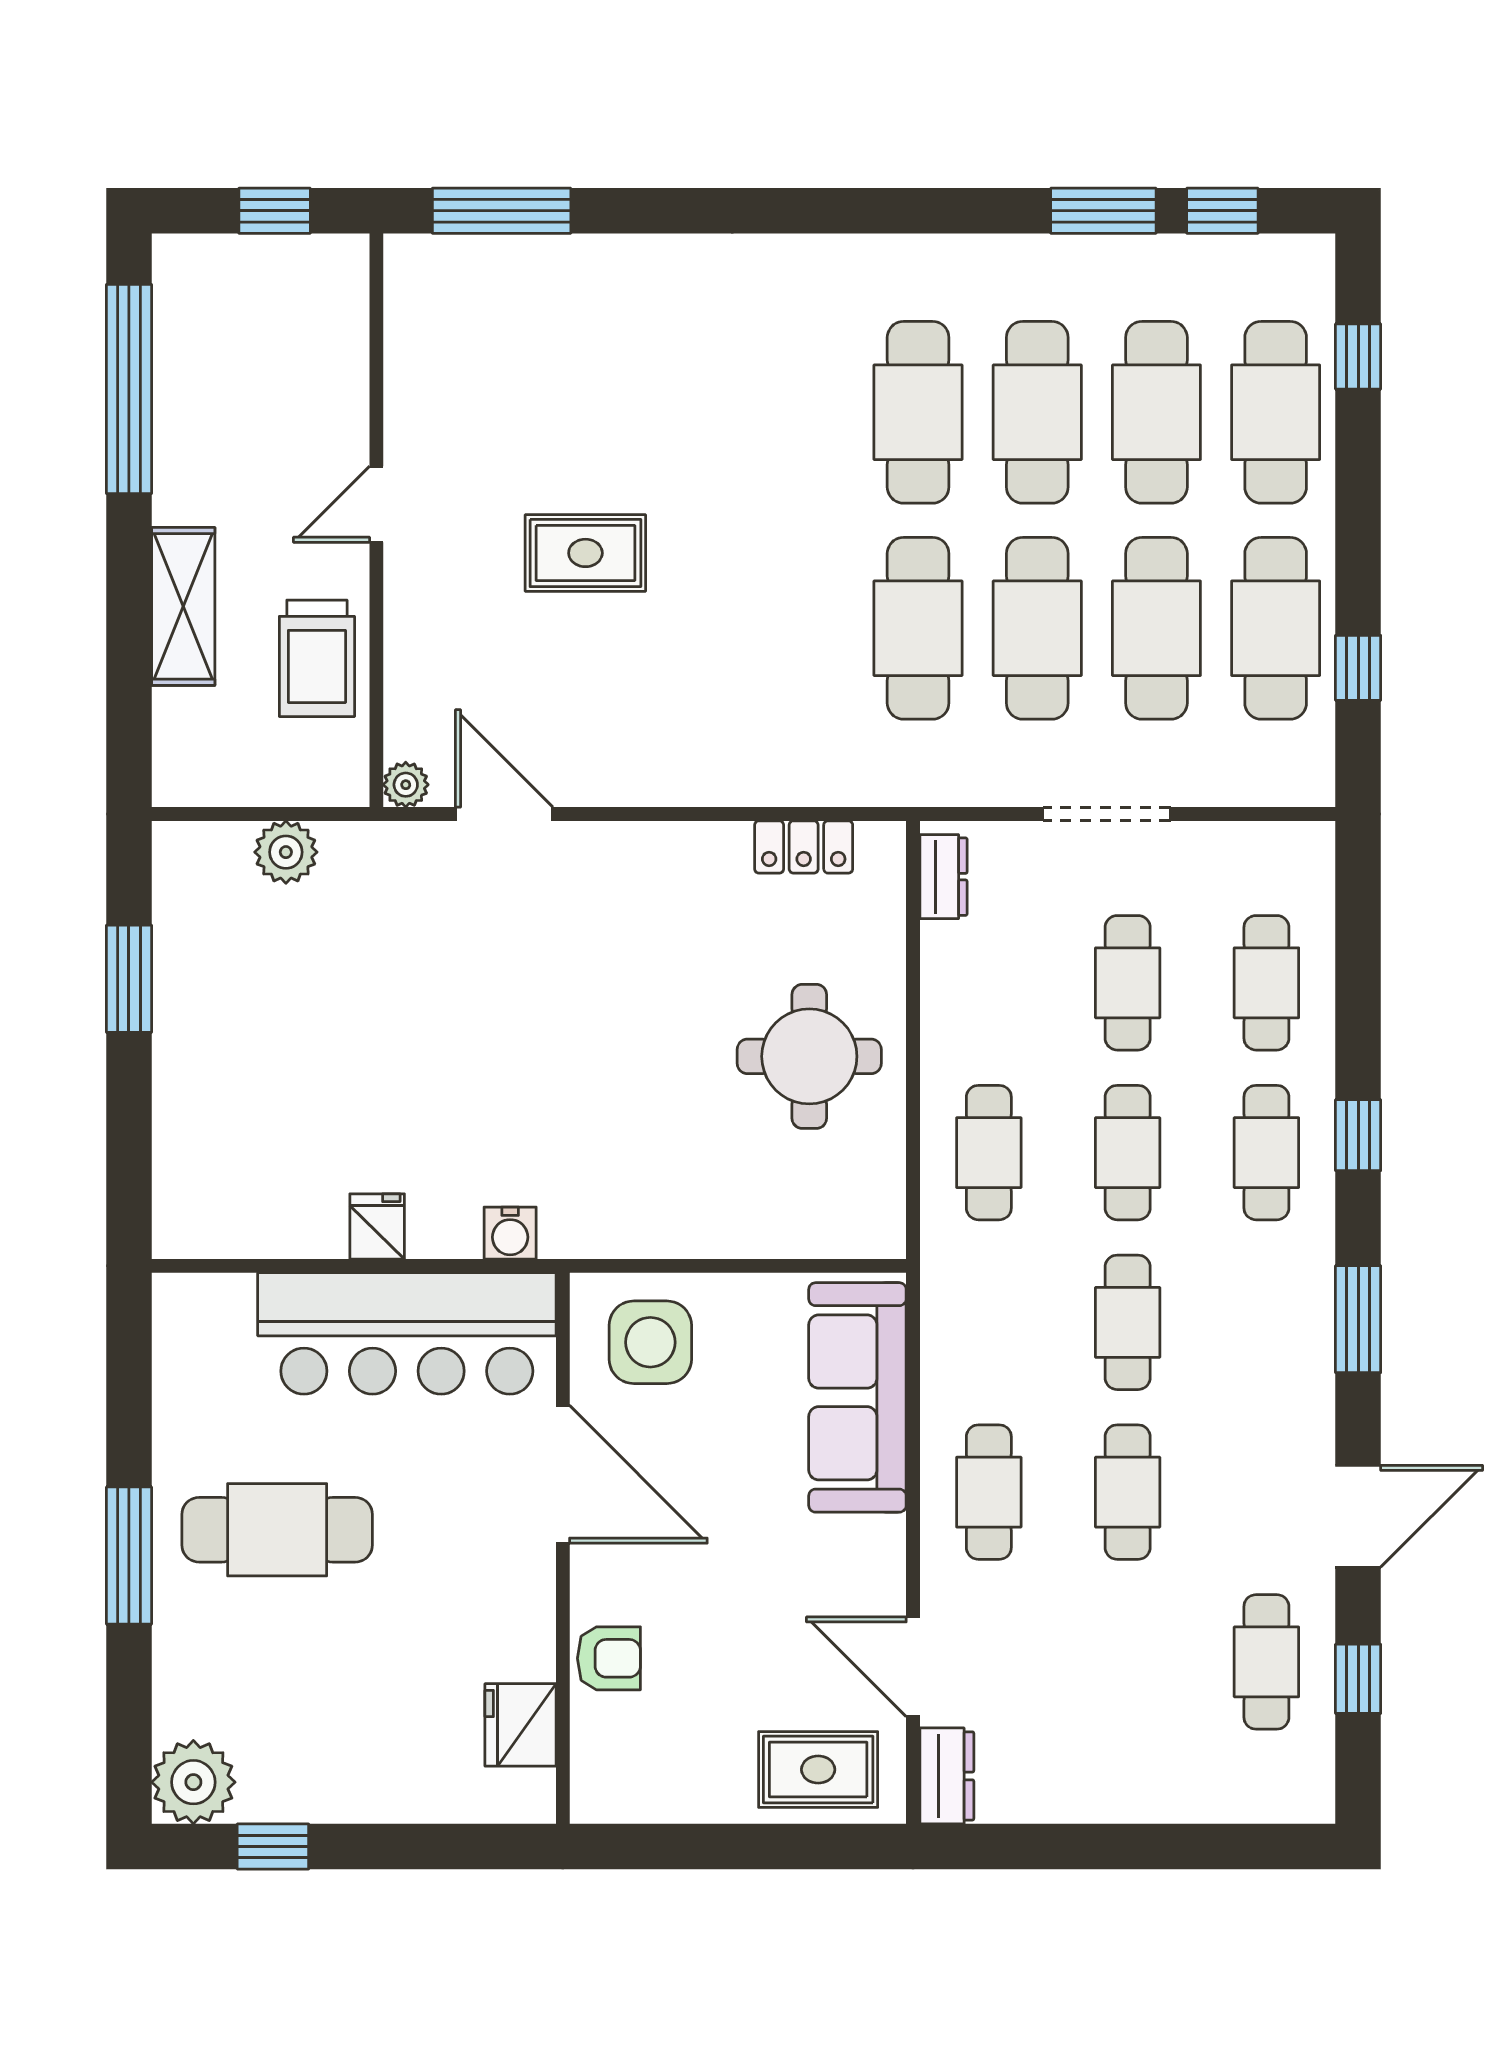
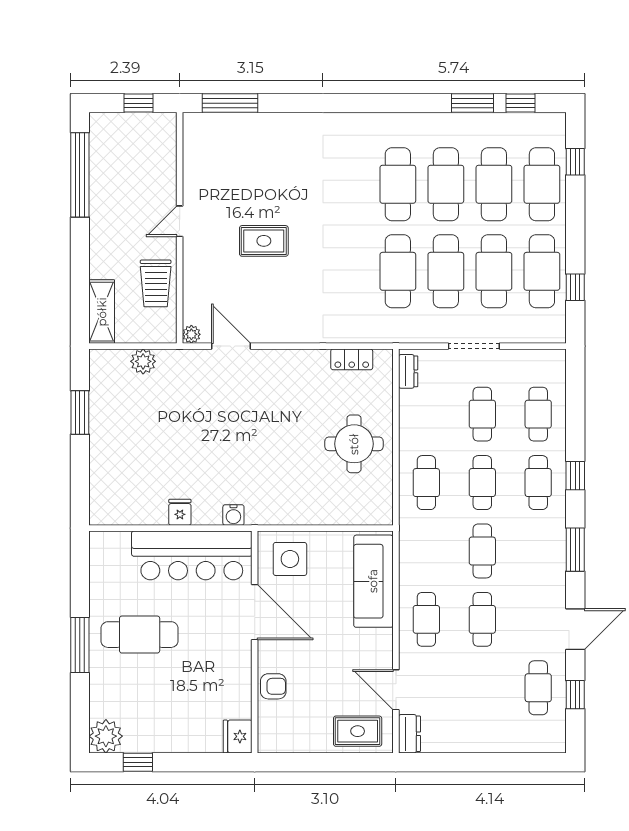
shelving: (183, 606) -> (102, 312), moved
fridge: (520, 1725) -> (238, 736), moved

